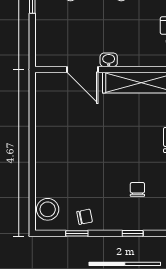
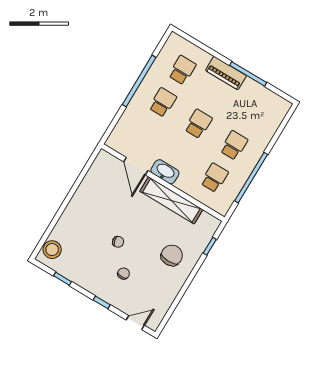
washbasin: (109, 60) -> (165, 172), width x1.91, depth x1.45
chair: (85, 217) -> (118, 242), moved

